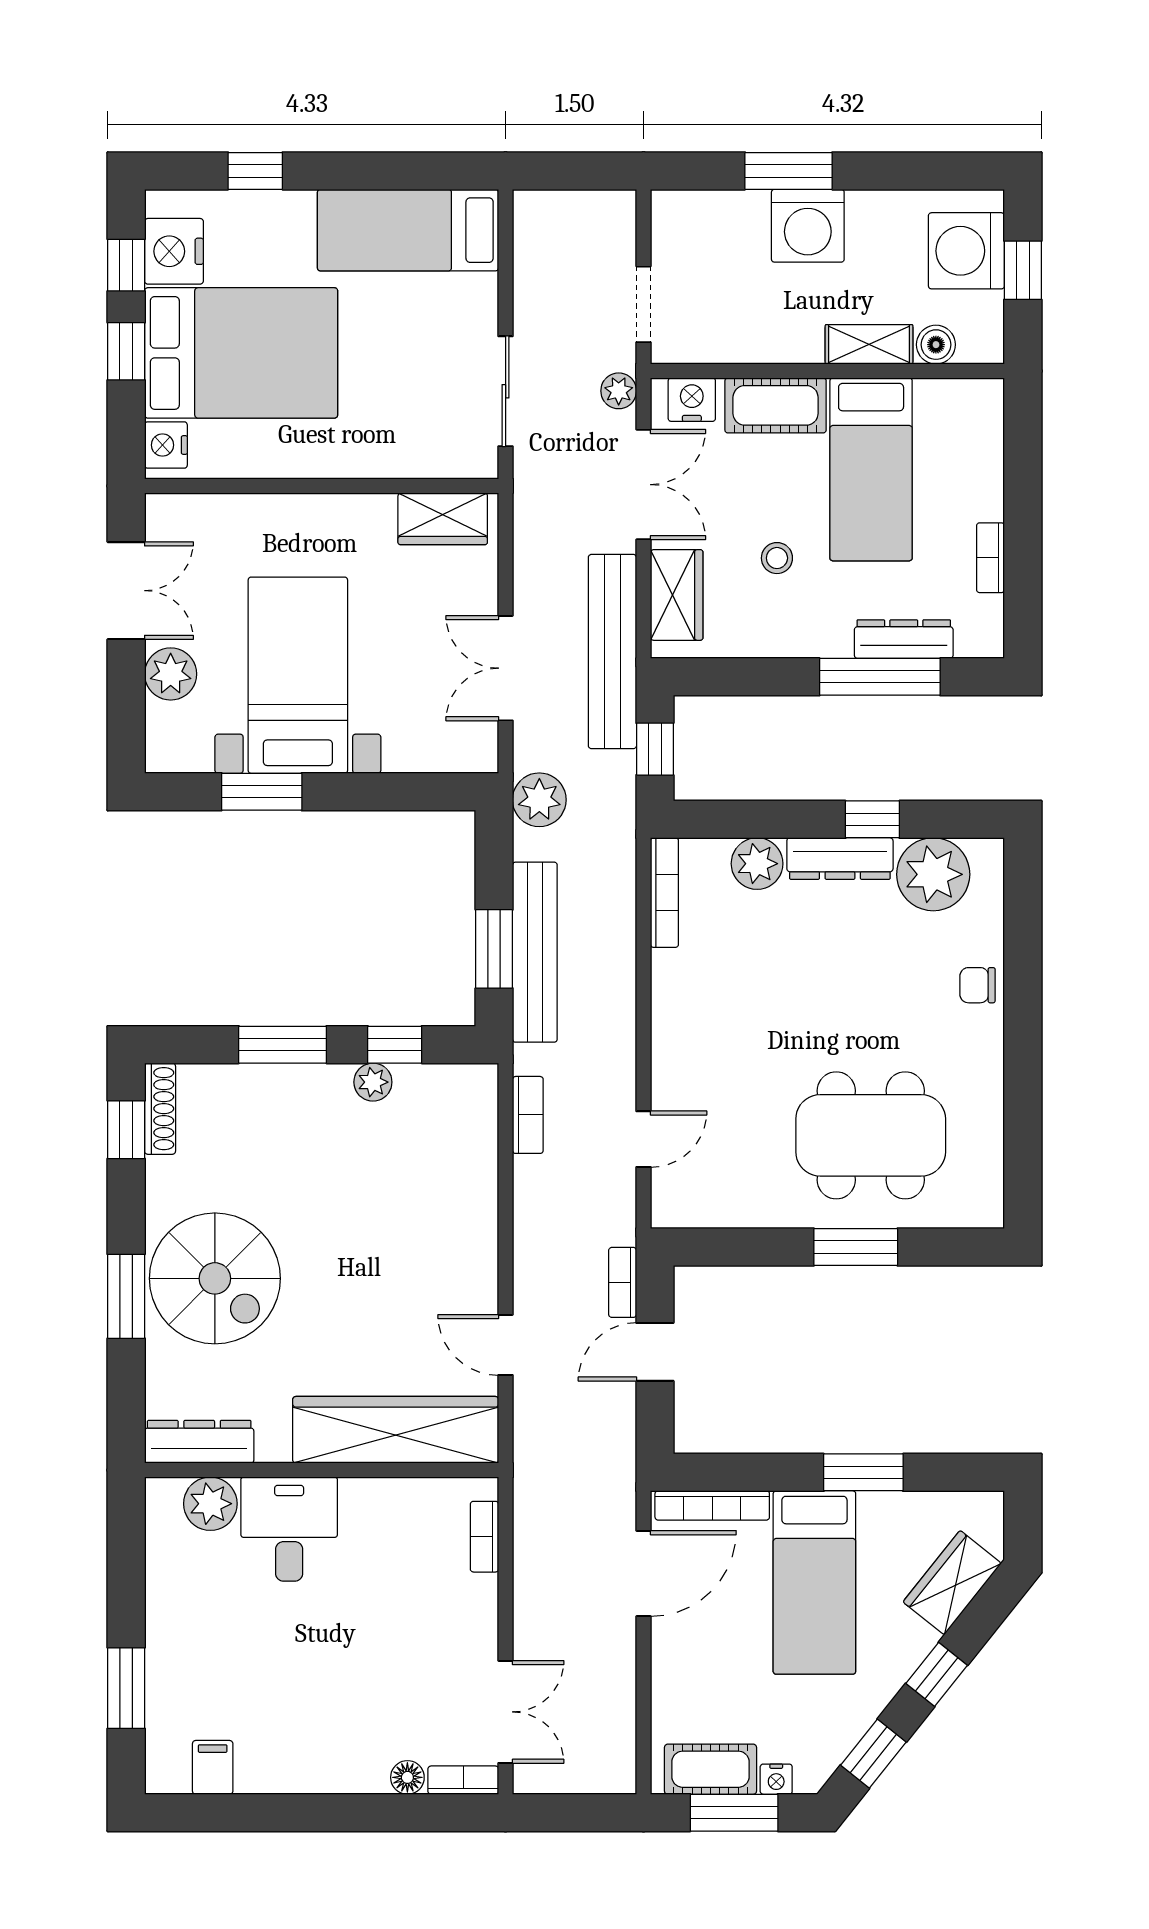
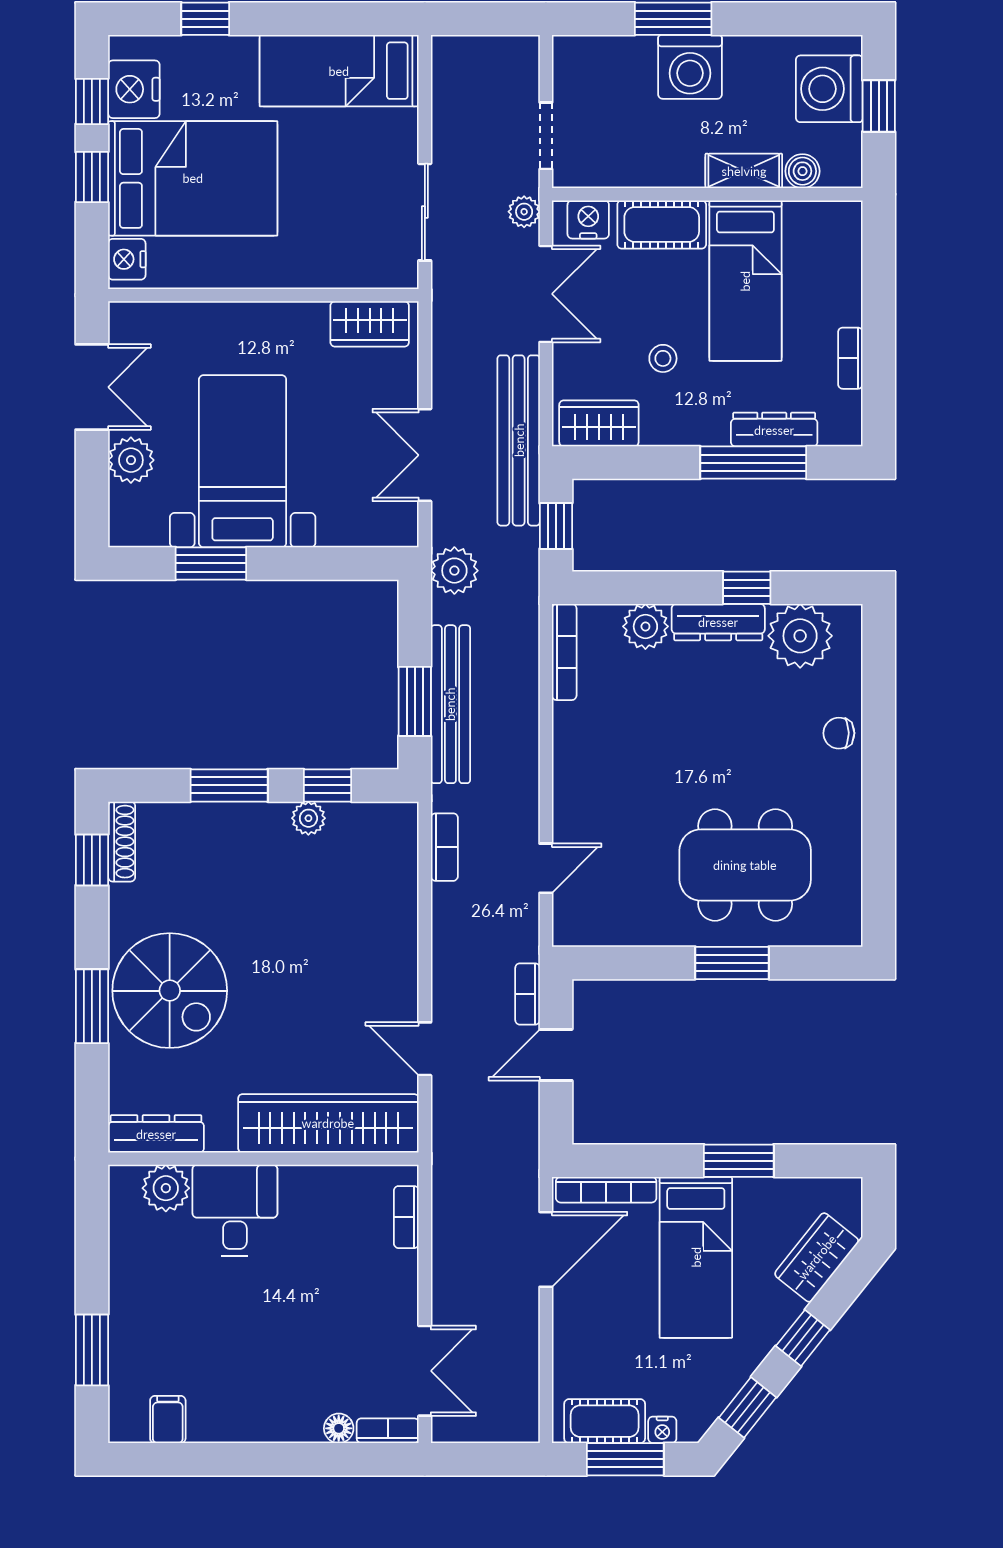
wardrobe: (677, 595) -> (599, 423), moved, turned -90

